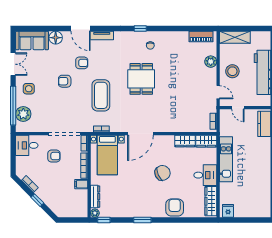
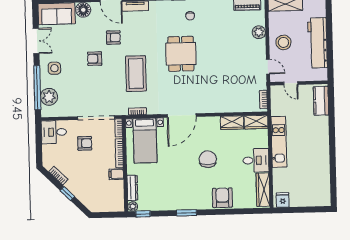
chair: (163, 173) -> (208, 159), turned -65

